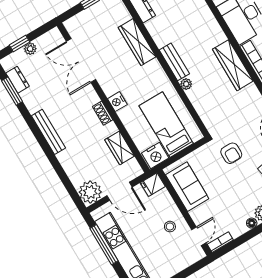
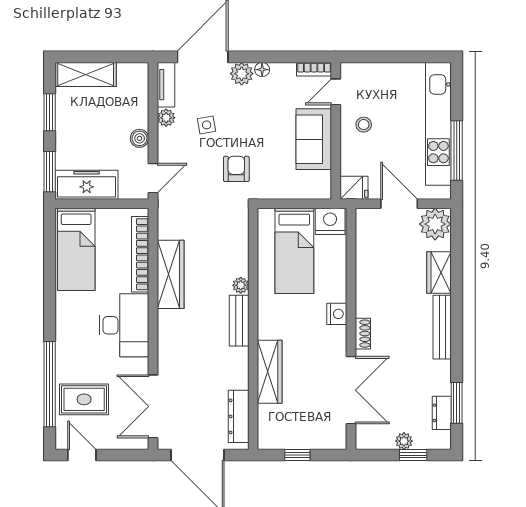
shoe rack: (103, 113) -> (363, 334), moved
wardrobe: (120, 148) -> (439, 272), moved, turned 180
sofa: (187, 187) -> (314, 139), moved

